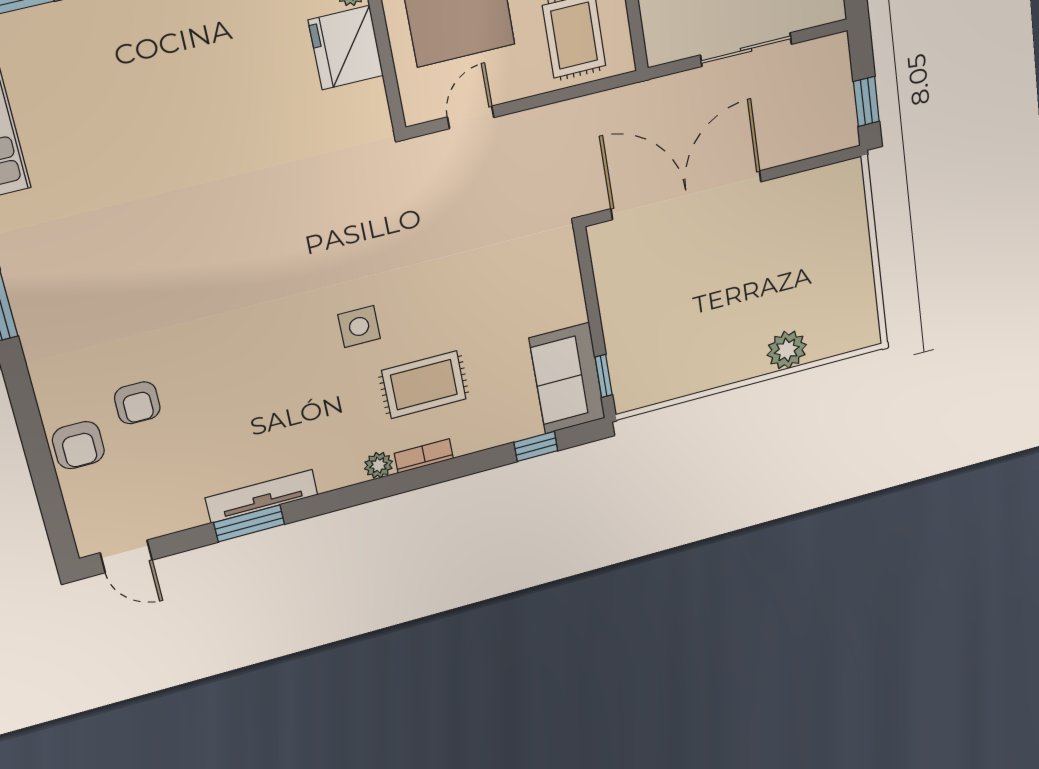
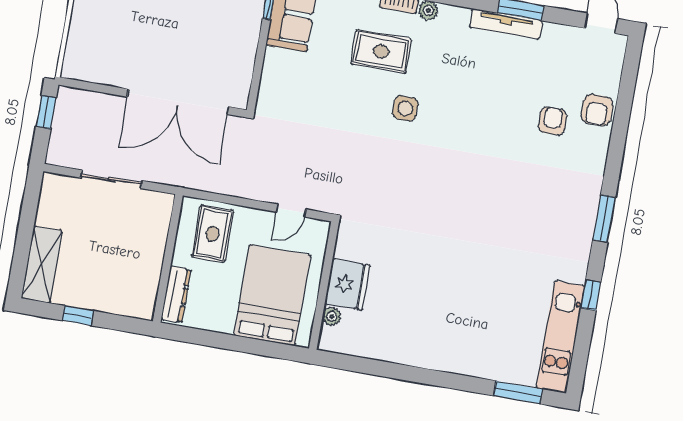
armchair: (78, 445) -> (597, 110), turned 180

